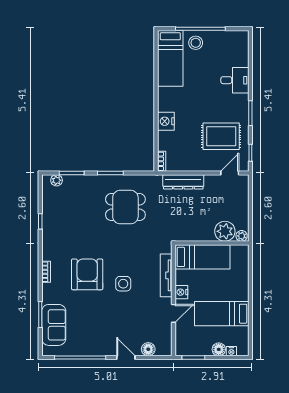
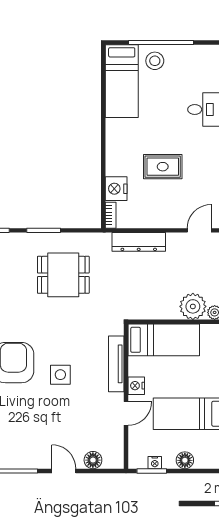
nightstand: (166, 121) -> (116, 189), moved
rug: (221, 136) -> (163, 167), moved, width x0.73, depth x0.70
nightstand: (231, 351) -> (155, 463), moved

